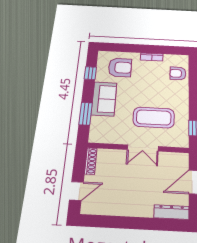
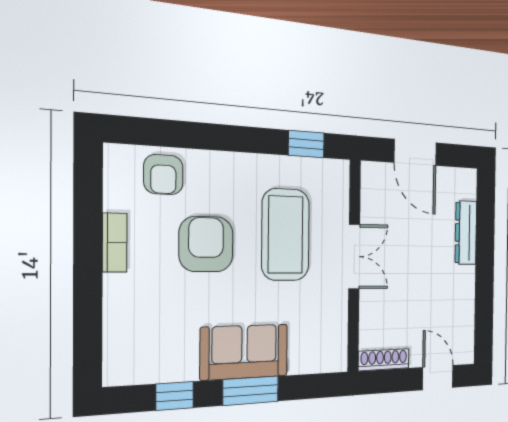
armchair: (120, 67) -> (206, 244), moved
window: (86, 114) -> (251, 391), moved
dresser: (171, 212) -> (466, 233), moved

